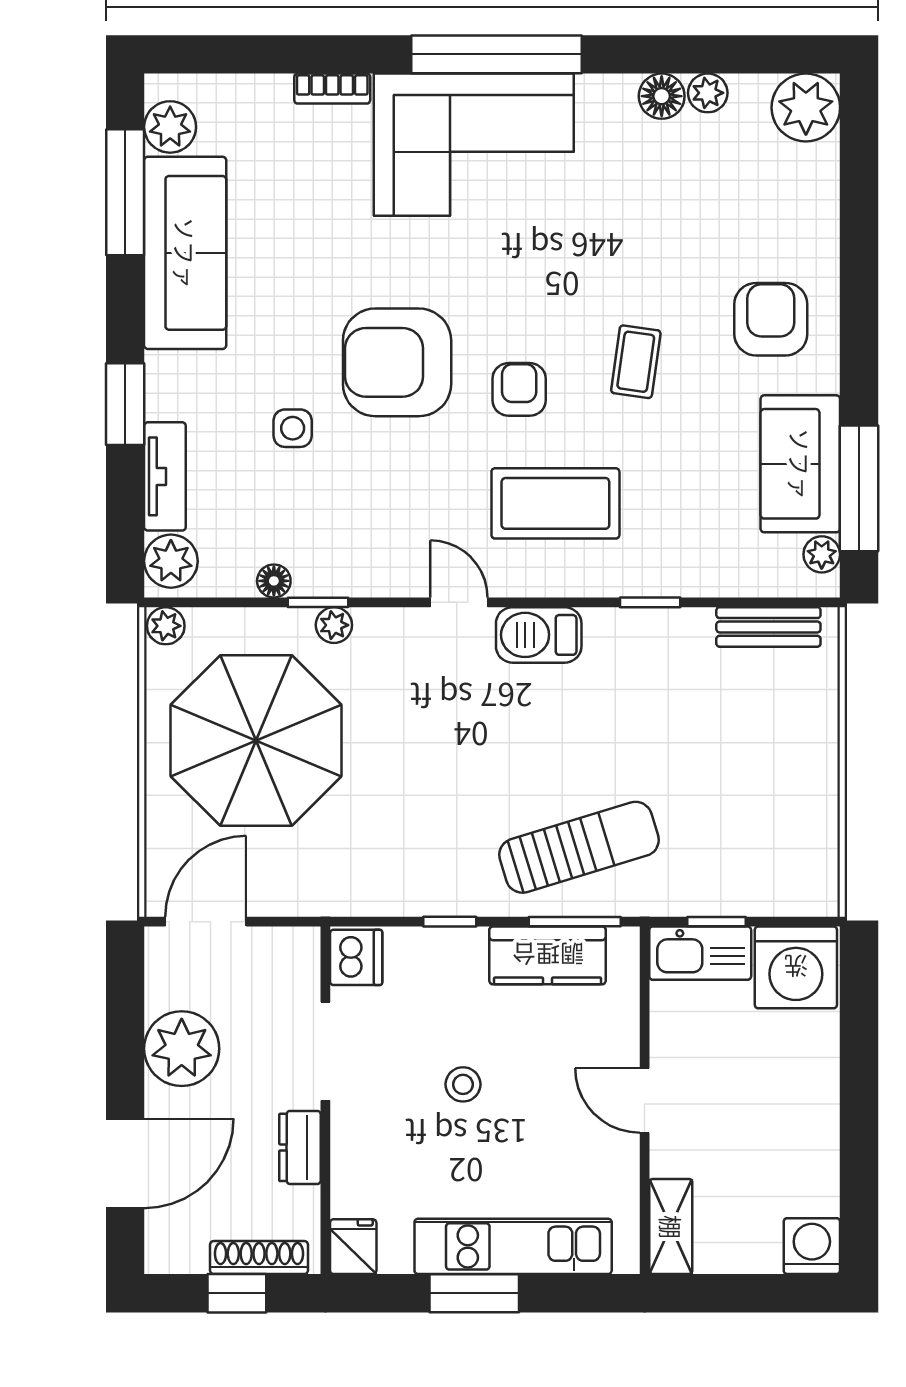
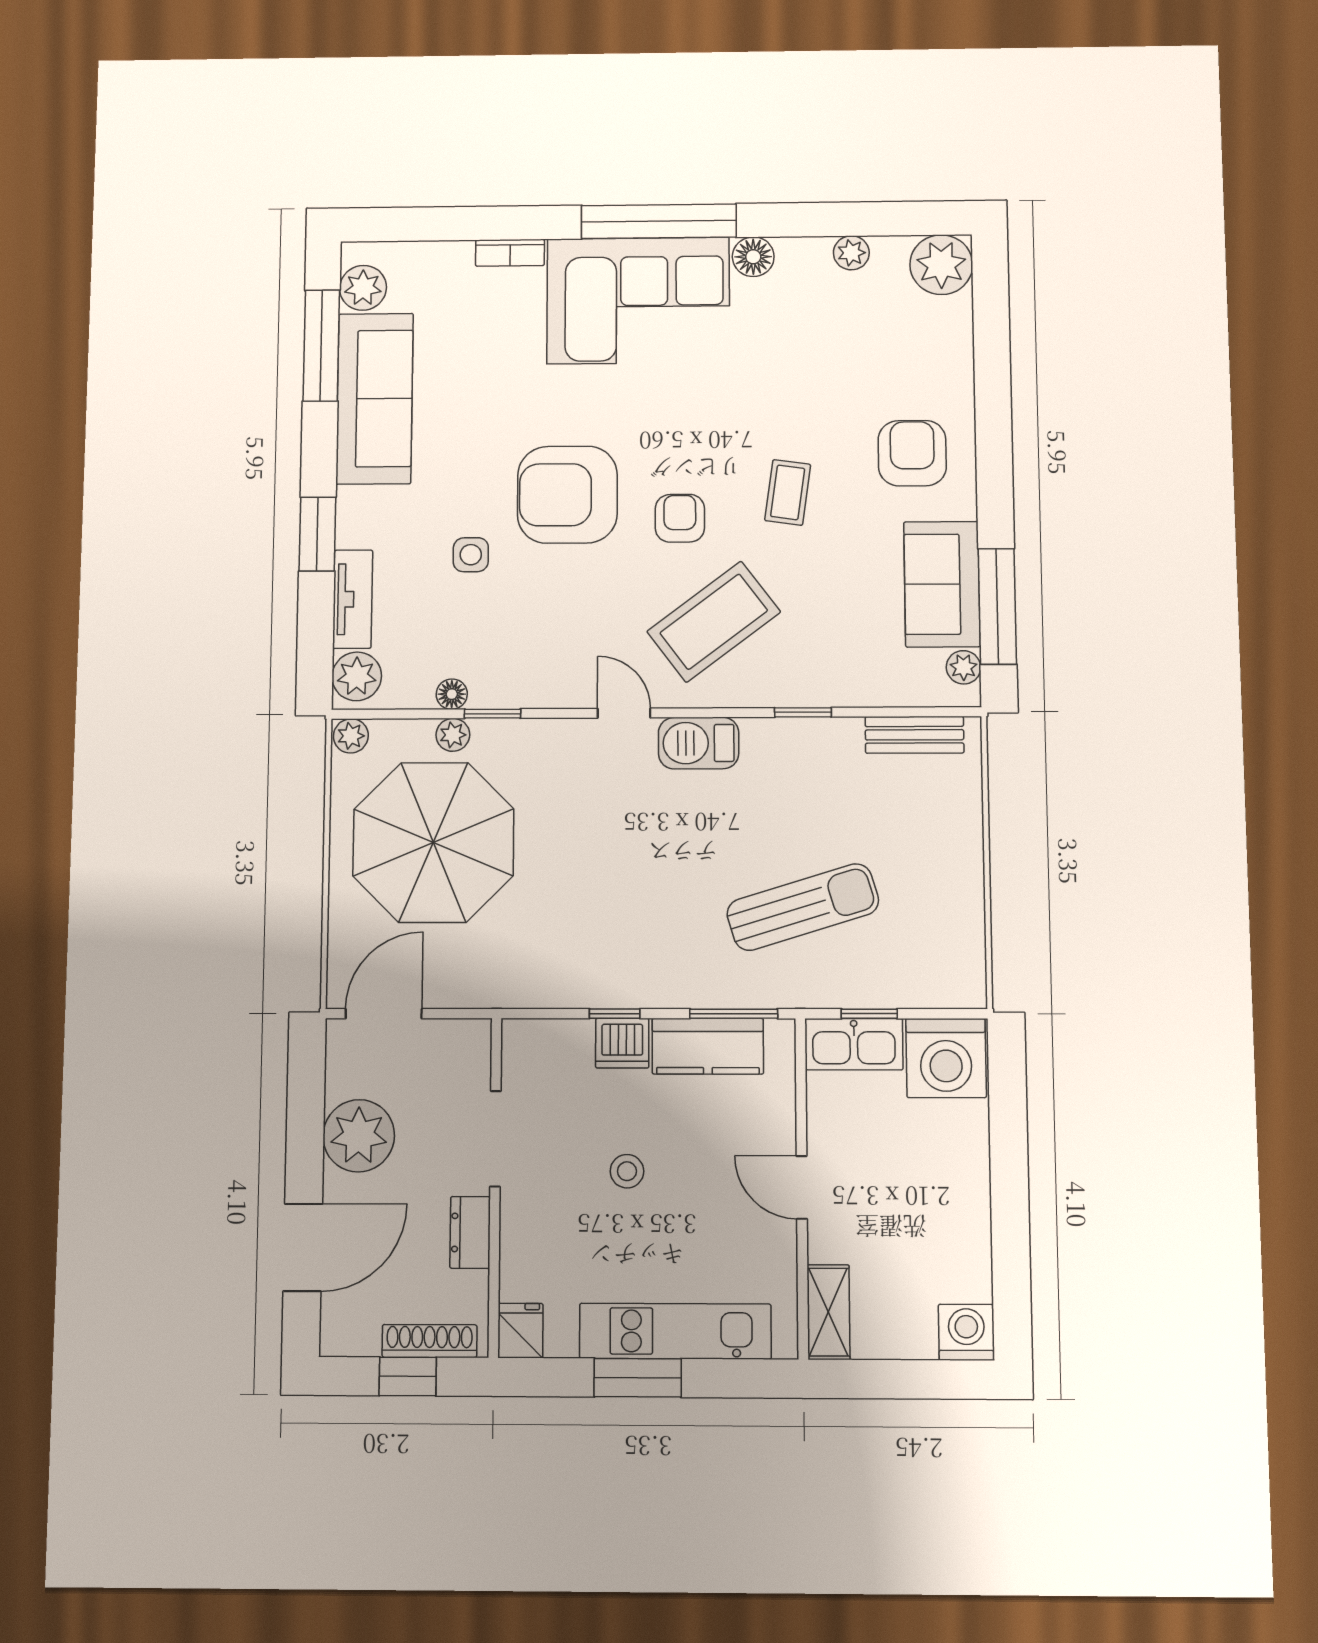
floor lamp: (662, 96) -> (753, 257), moved
coffee table: (555, 503) -> (714, 622), turned -37
plant: (334, 625) -> (453, 735), moved
sun lounger: (579, 847) -> (803, 907), moved
dishwasher: (356, 957) -> (622, 1043), moved, turned 90

